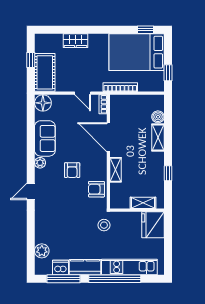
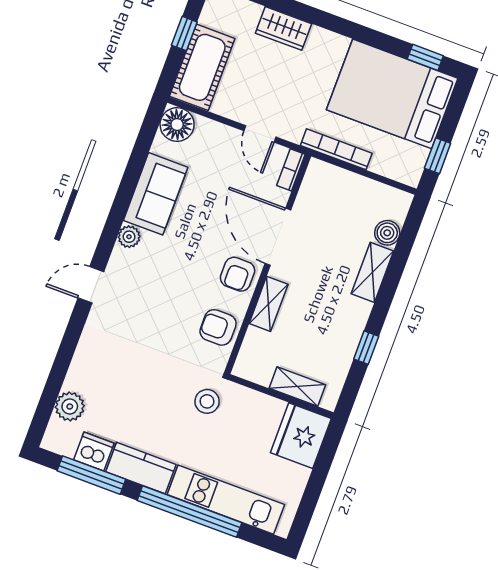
armchair: (72, 170) -> (238, 274), moved

